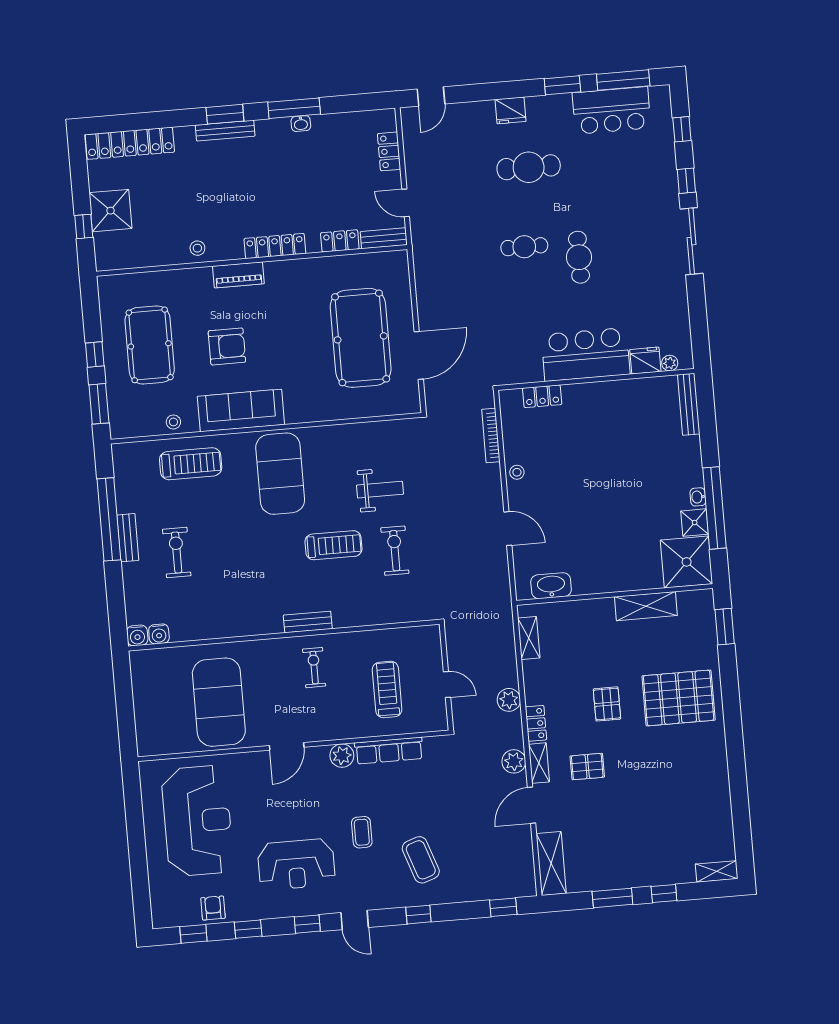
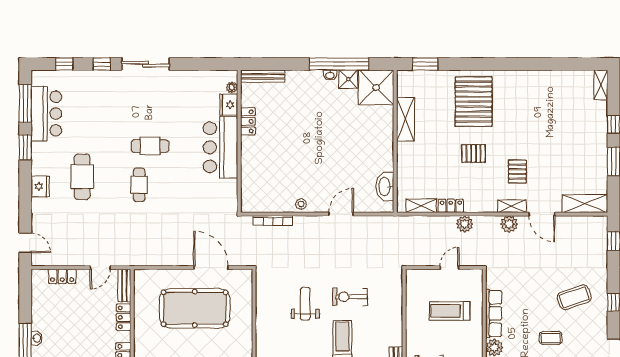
locker: (542, 396) -> (248, 121), moved
locker: (536, 723) -> (451, 206), moved

